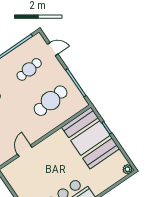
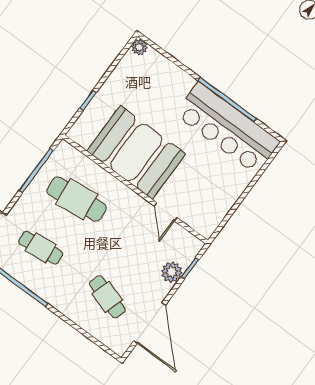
booth: (91, 138) -> (136, 152), moved, turned 90
door: (25, 151) -> (166, 212), hinge flipped

